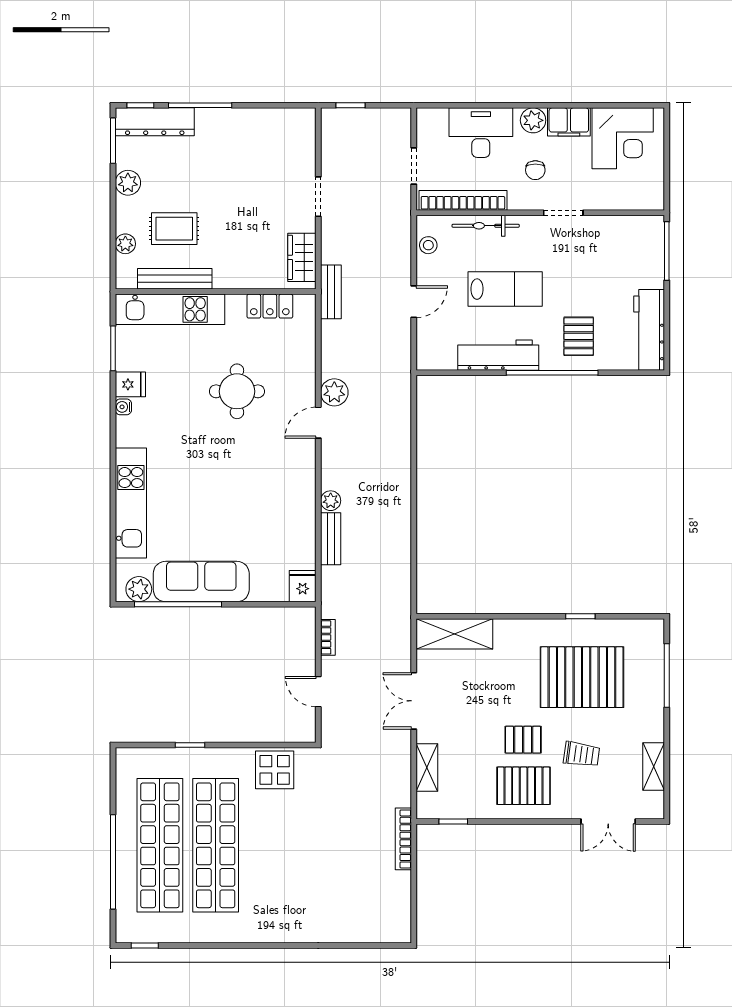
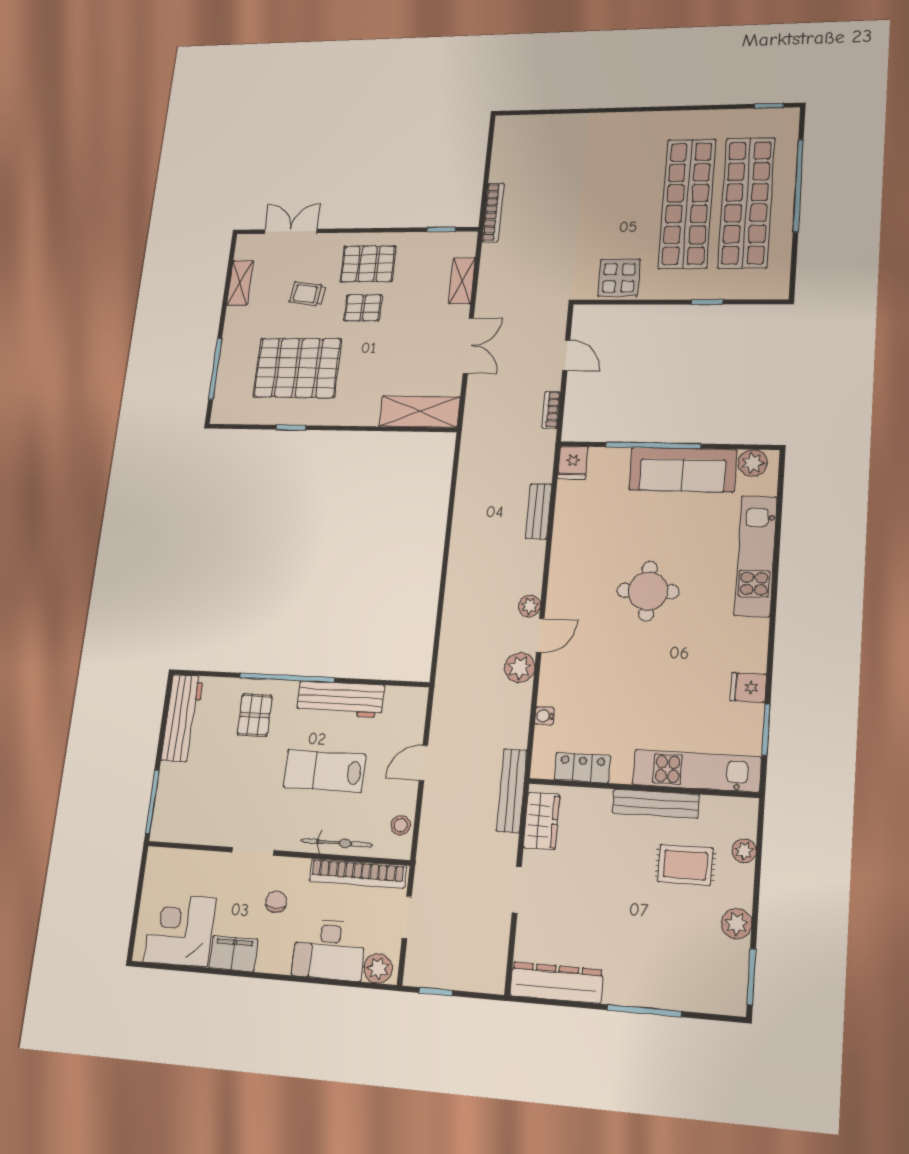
window: (140, 105) -> (716, 1017), removed
window: (350, 105) -> (436, 992), moved
plant: (533, 120) -> (378, 968), moved
dresser: (155, 122) -> (556, 983), moved
bench: (175, 279) -> (656, 804), moved
bench: (331, 292) -> (512, 791), width x1.36
round table: (237, 391) -> (648, 591), moved
water cooler: (123, 407) -> (544, 716), moved, turned 180
plant: (331, 501) -> (530, 606), moved
window: (178, 604) -> (653, 445), moved

